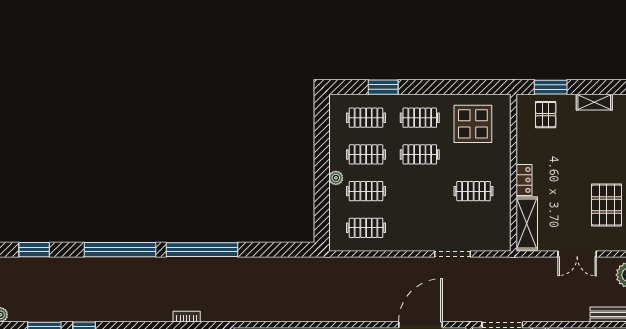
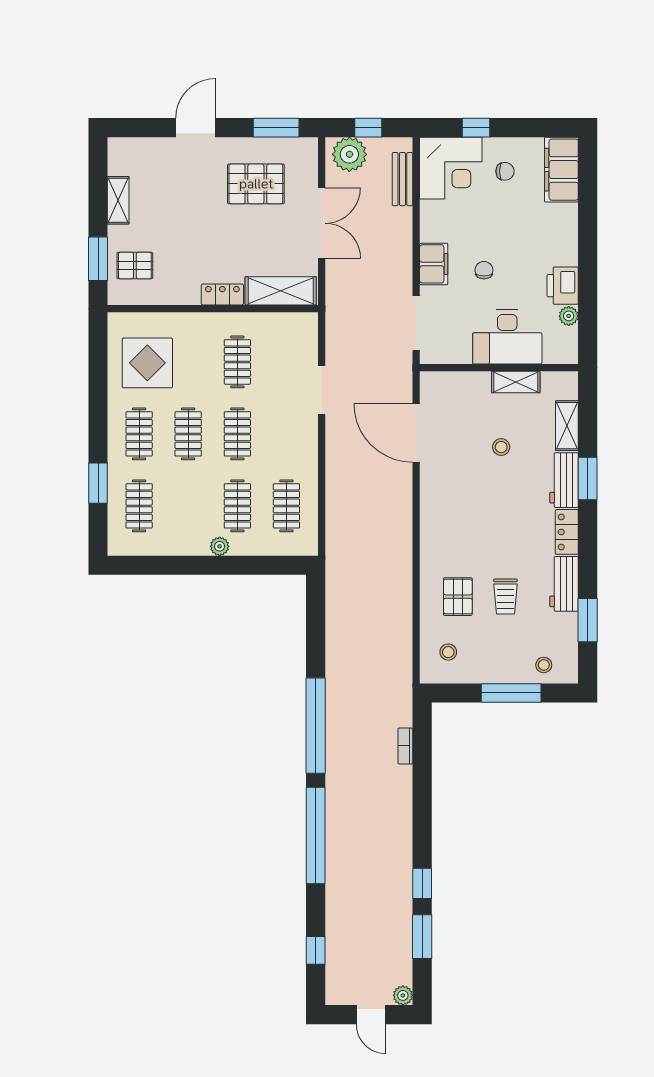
clothes rail: (366, 154) -> (237, 434), moved
window: (34, 250) -> (316, 950), width x0.67
double door: (577, 254) -> (322, 223), width x1.37

